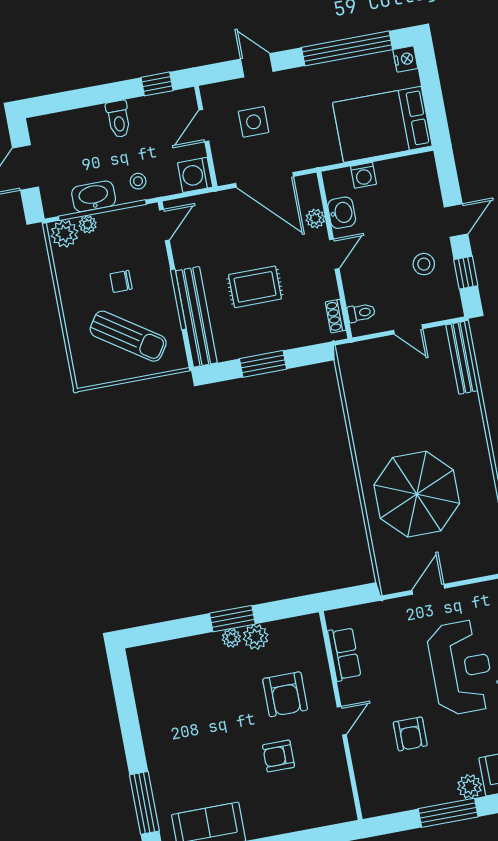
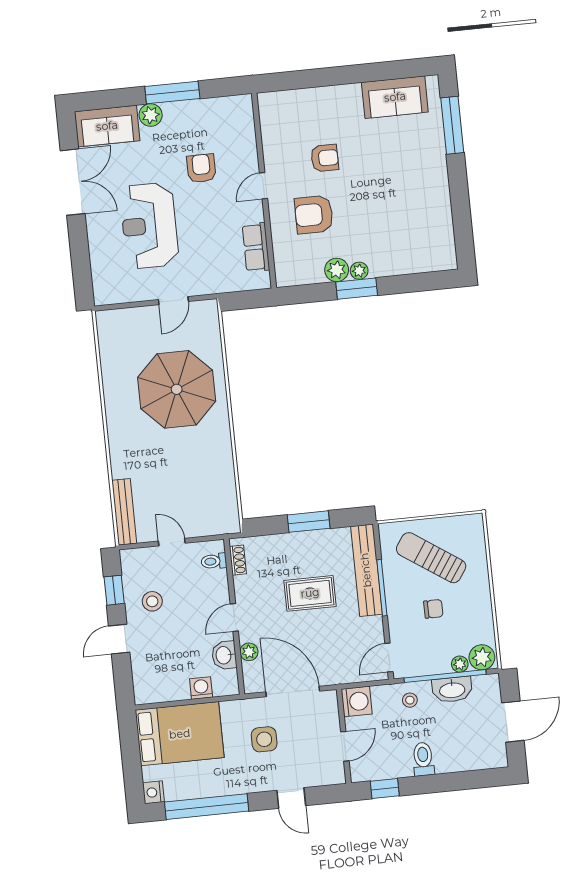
side table: (254, 122) -> (264, 739), moved
armchair: (285, 694) -> (314, 215), turned -90

